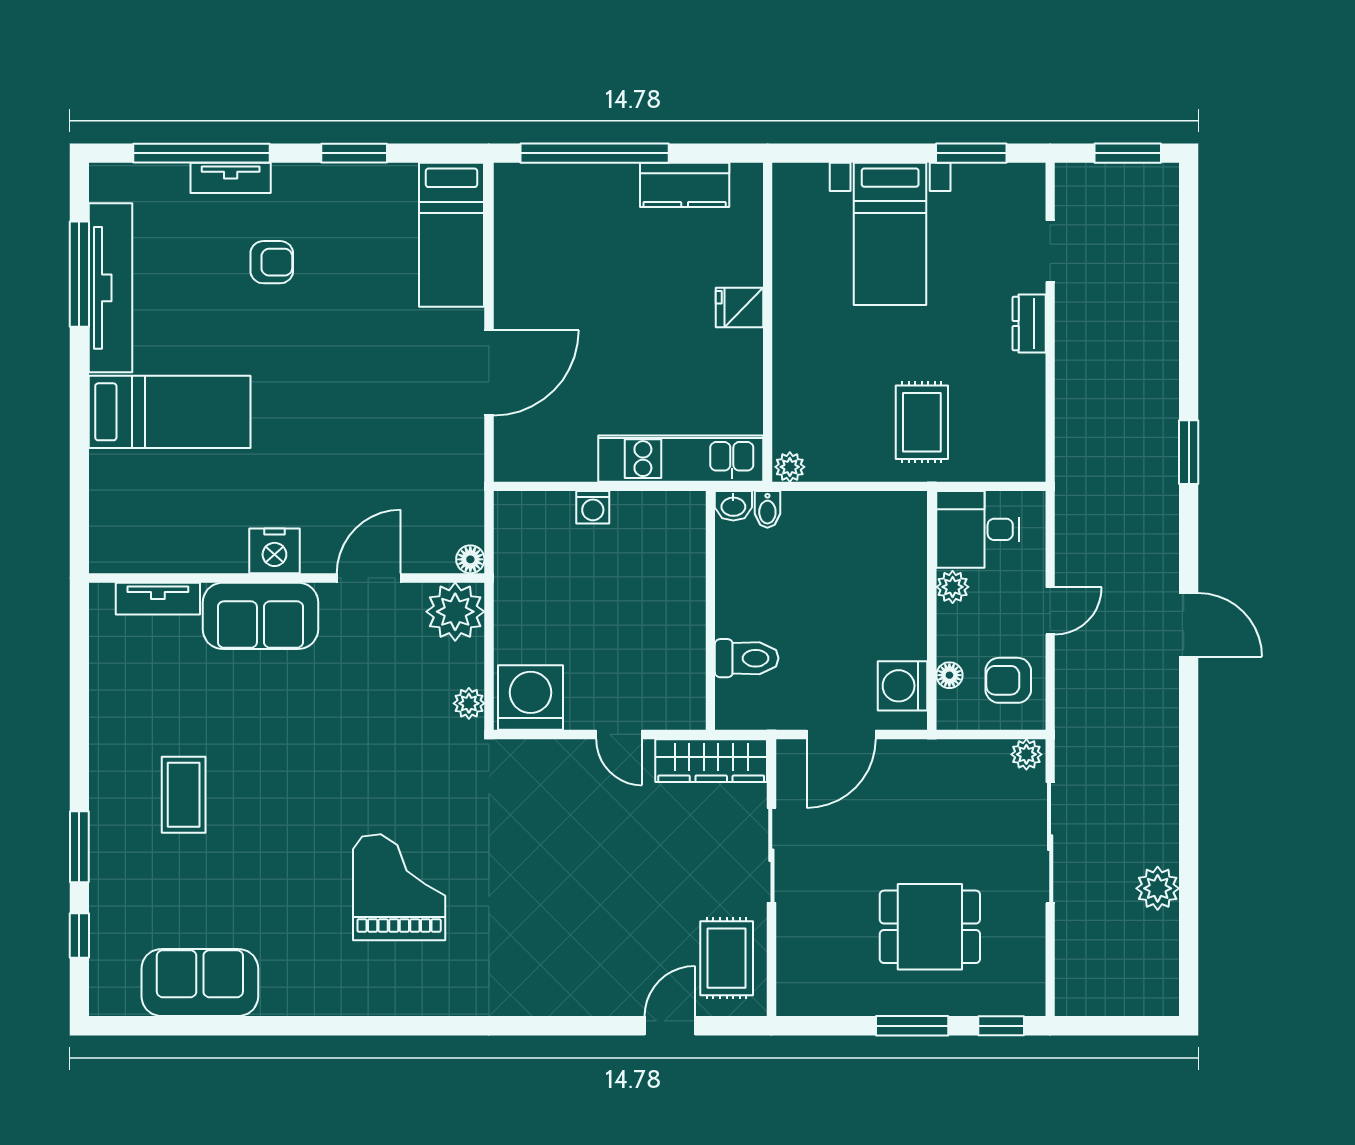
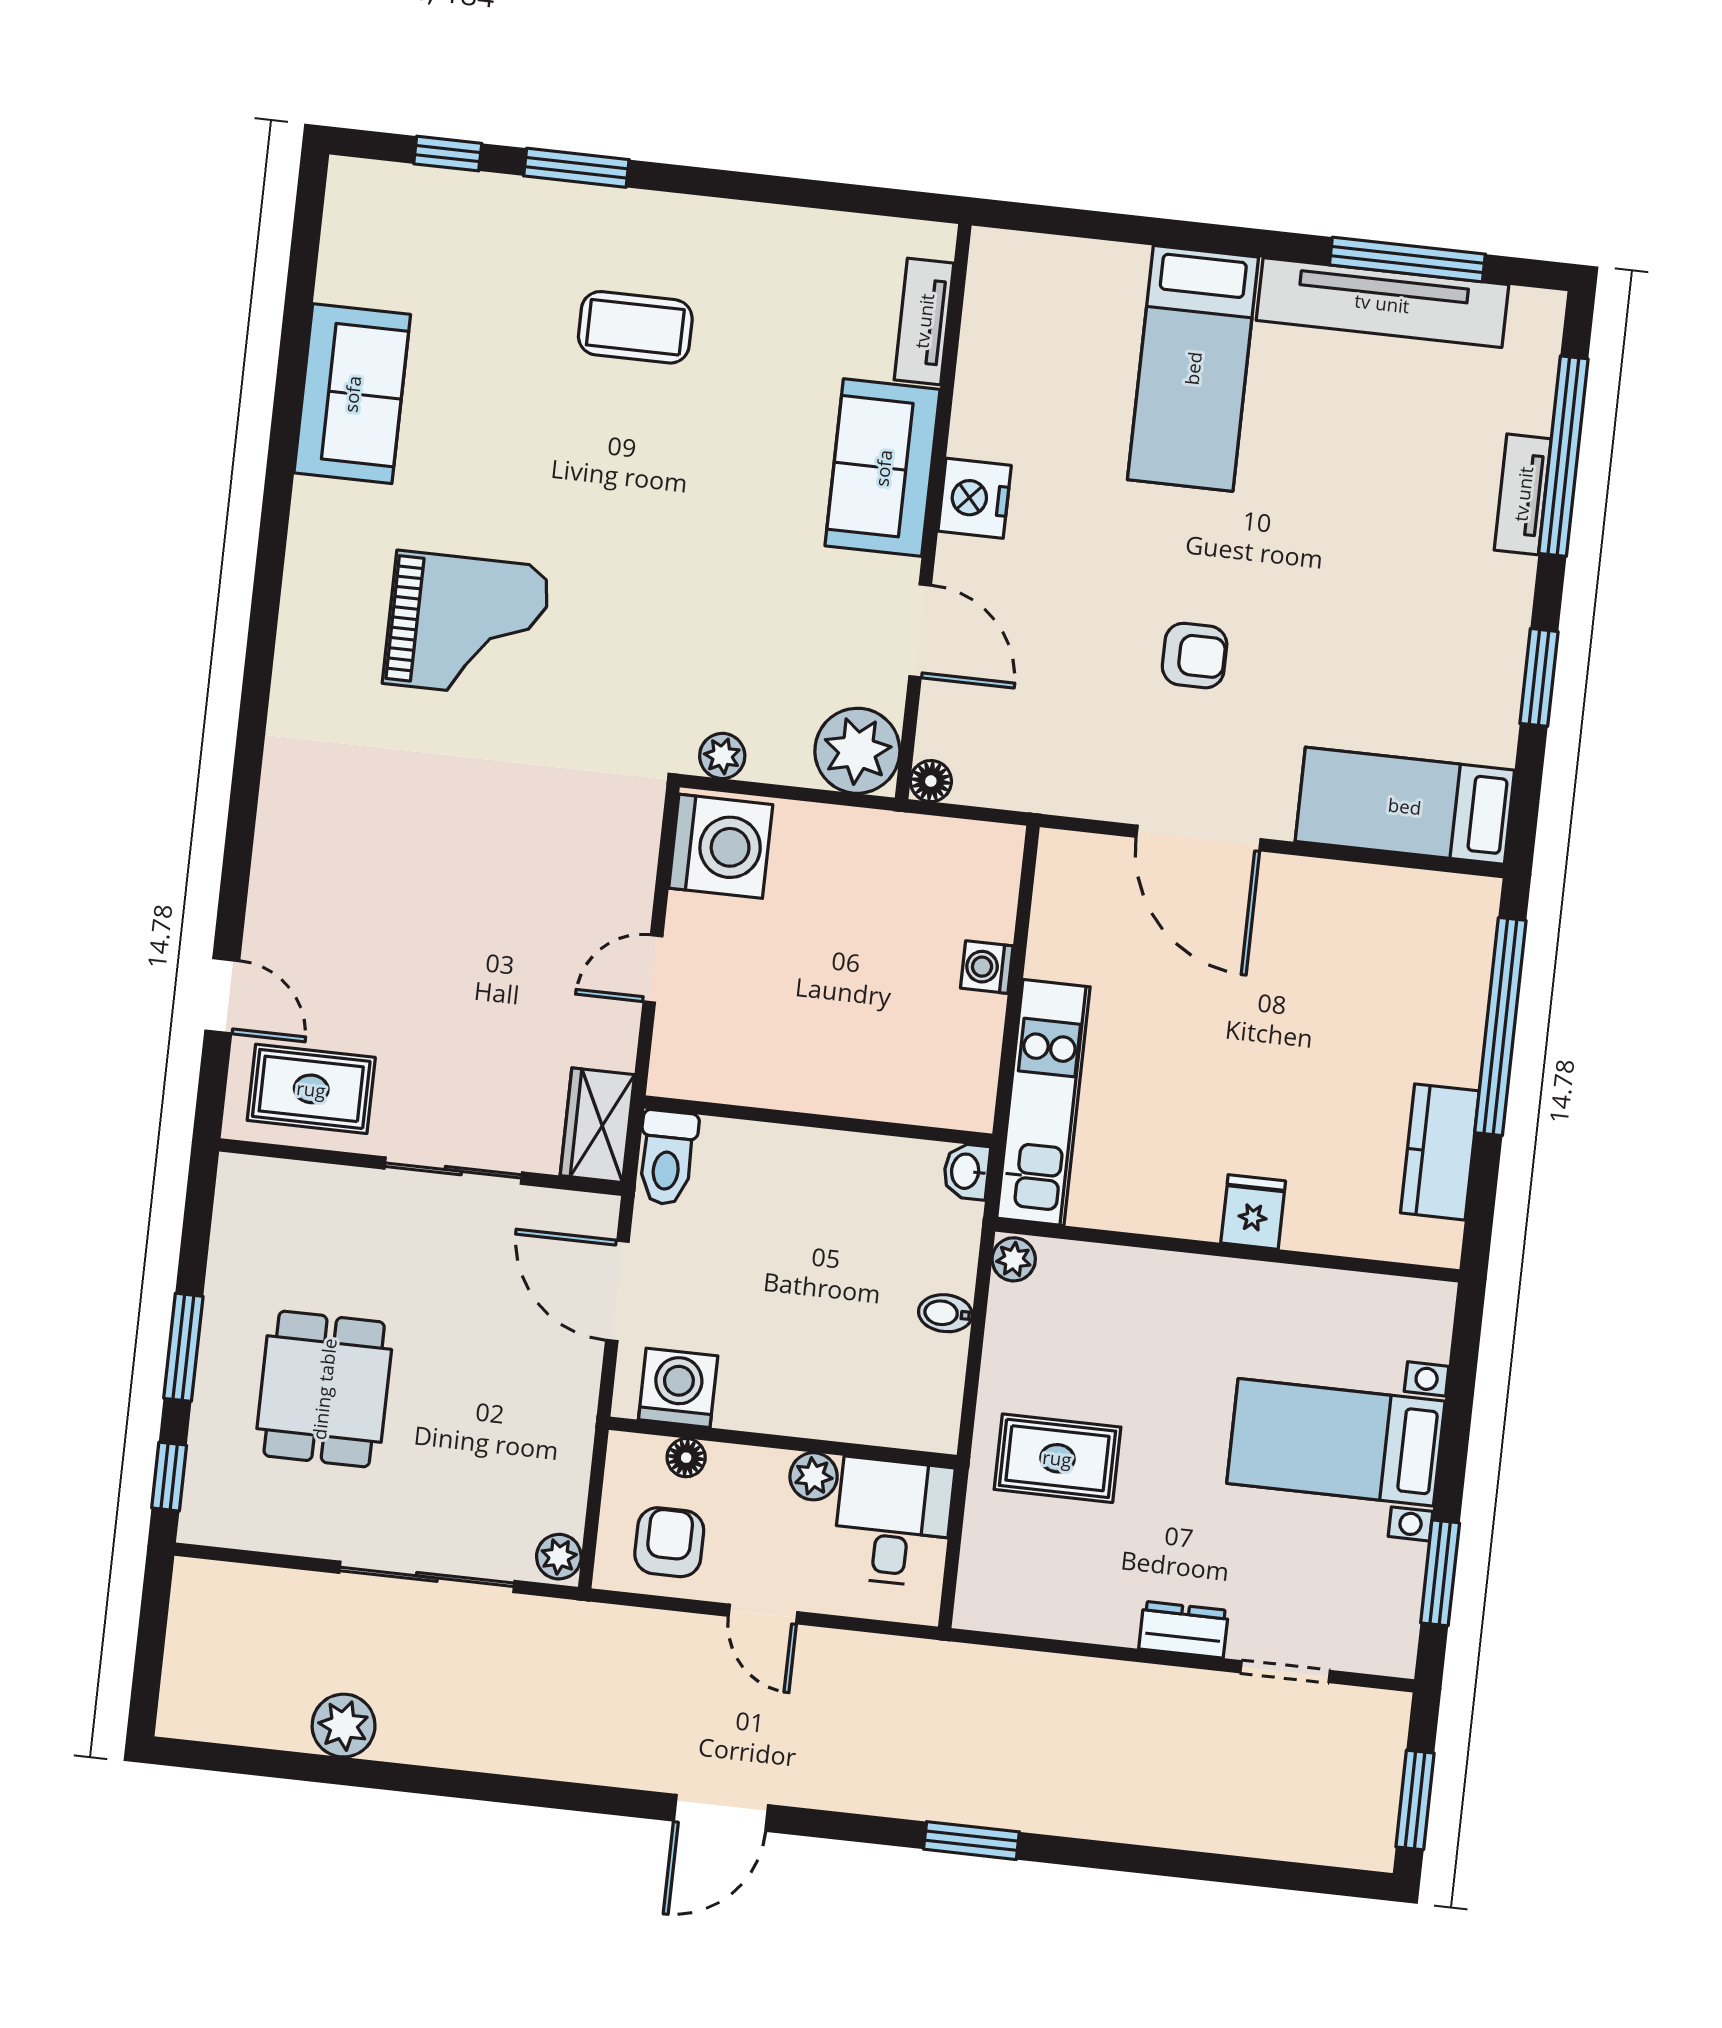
armchair: (272, 262) -> (1195, 656), moved, turned -90
bidet: (767, 509) -> (945, 1313), moved
toilet: (747, 658) -> (667, 1158), moved
wardrobe: (711, 761) -> (597, 1125), width x0.67
sofa: (200, 982) -> (352, 394), moved

